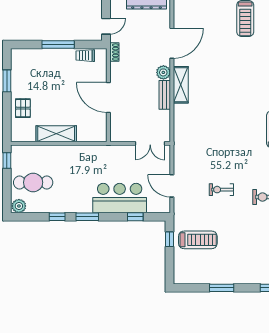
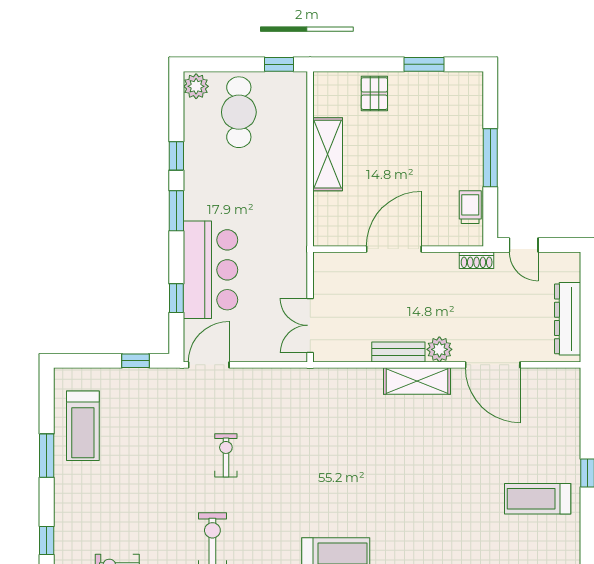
pallet: (23, 108) -> (374, 94), turned 90
door: (172, 186) -> (209, 365), moved
treadmill: (198, 240) -> (83, 426), moved

